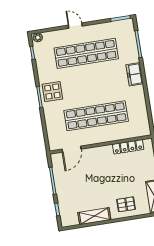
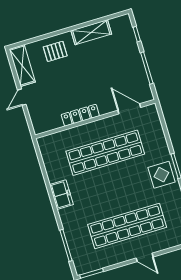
freezer: (135, 74) -> (61, 195), moved
locker: (128, 147) -> (80, 115), moved
door: (72, 149) -> (129, 109), hinge flipped

